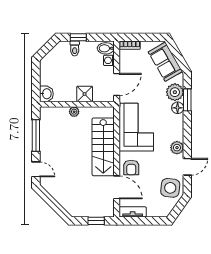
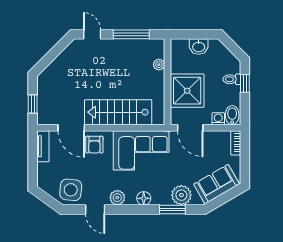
washbasin: (46, 94) -> (199, 47), moved
shower: (85, 94) -> (187, 91), width x1.86, depth x1.86
floor lamp: (178, 108) -> (144, 198), moved
plant: (74, 112) -> (159, 65), moved
armchair: (131, 167) -> (94, 145), turned -90
door: (36, 169) -> (92, 34), swing flipped
door: (117, 187) -> (71, 128), hinge flipped

